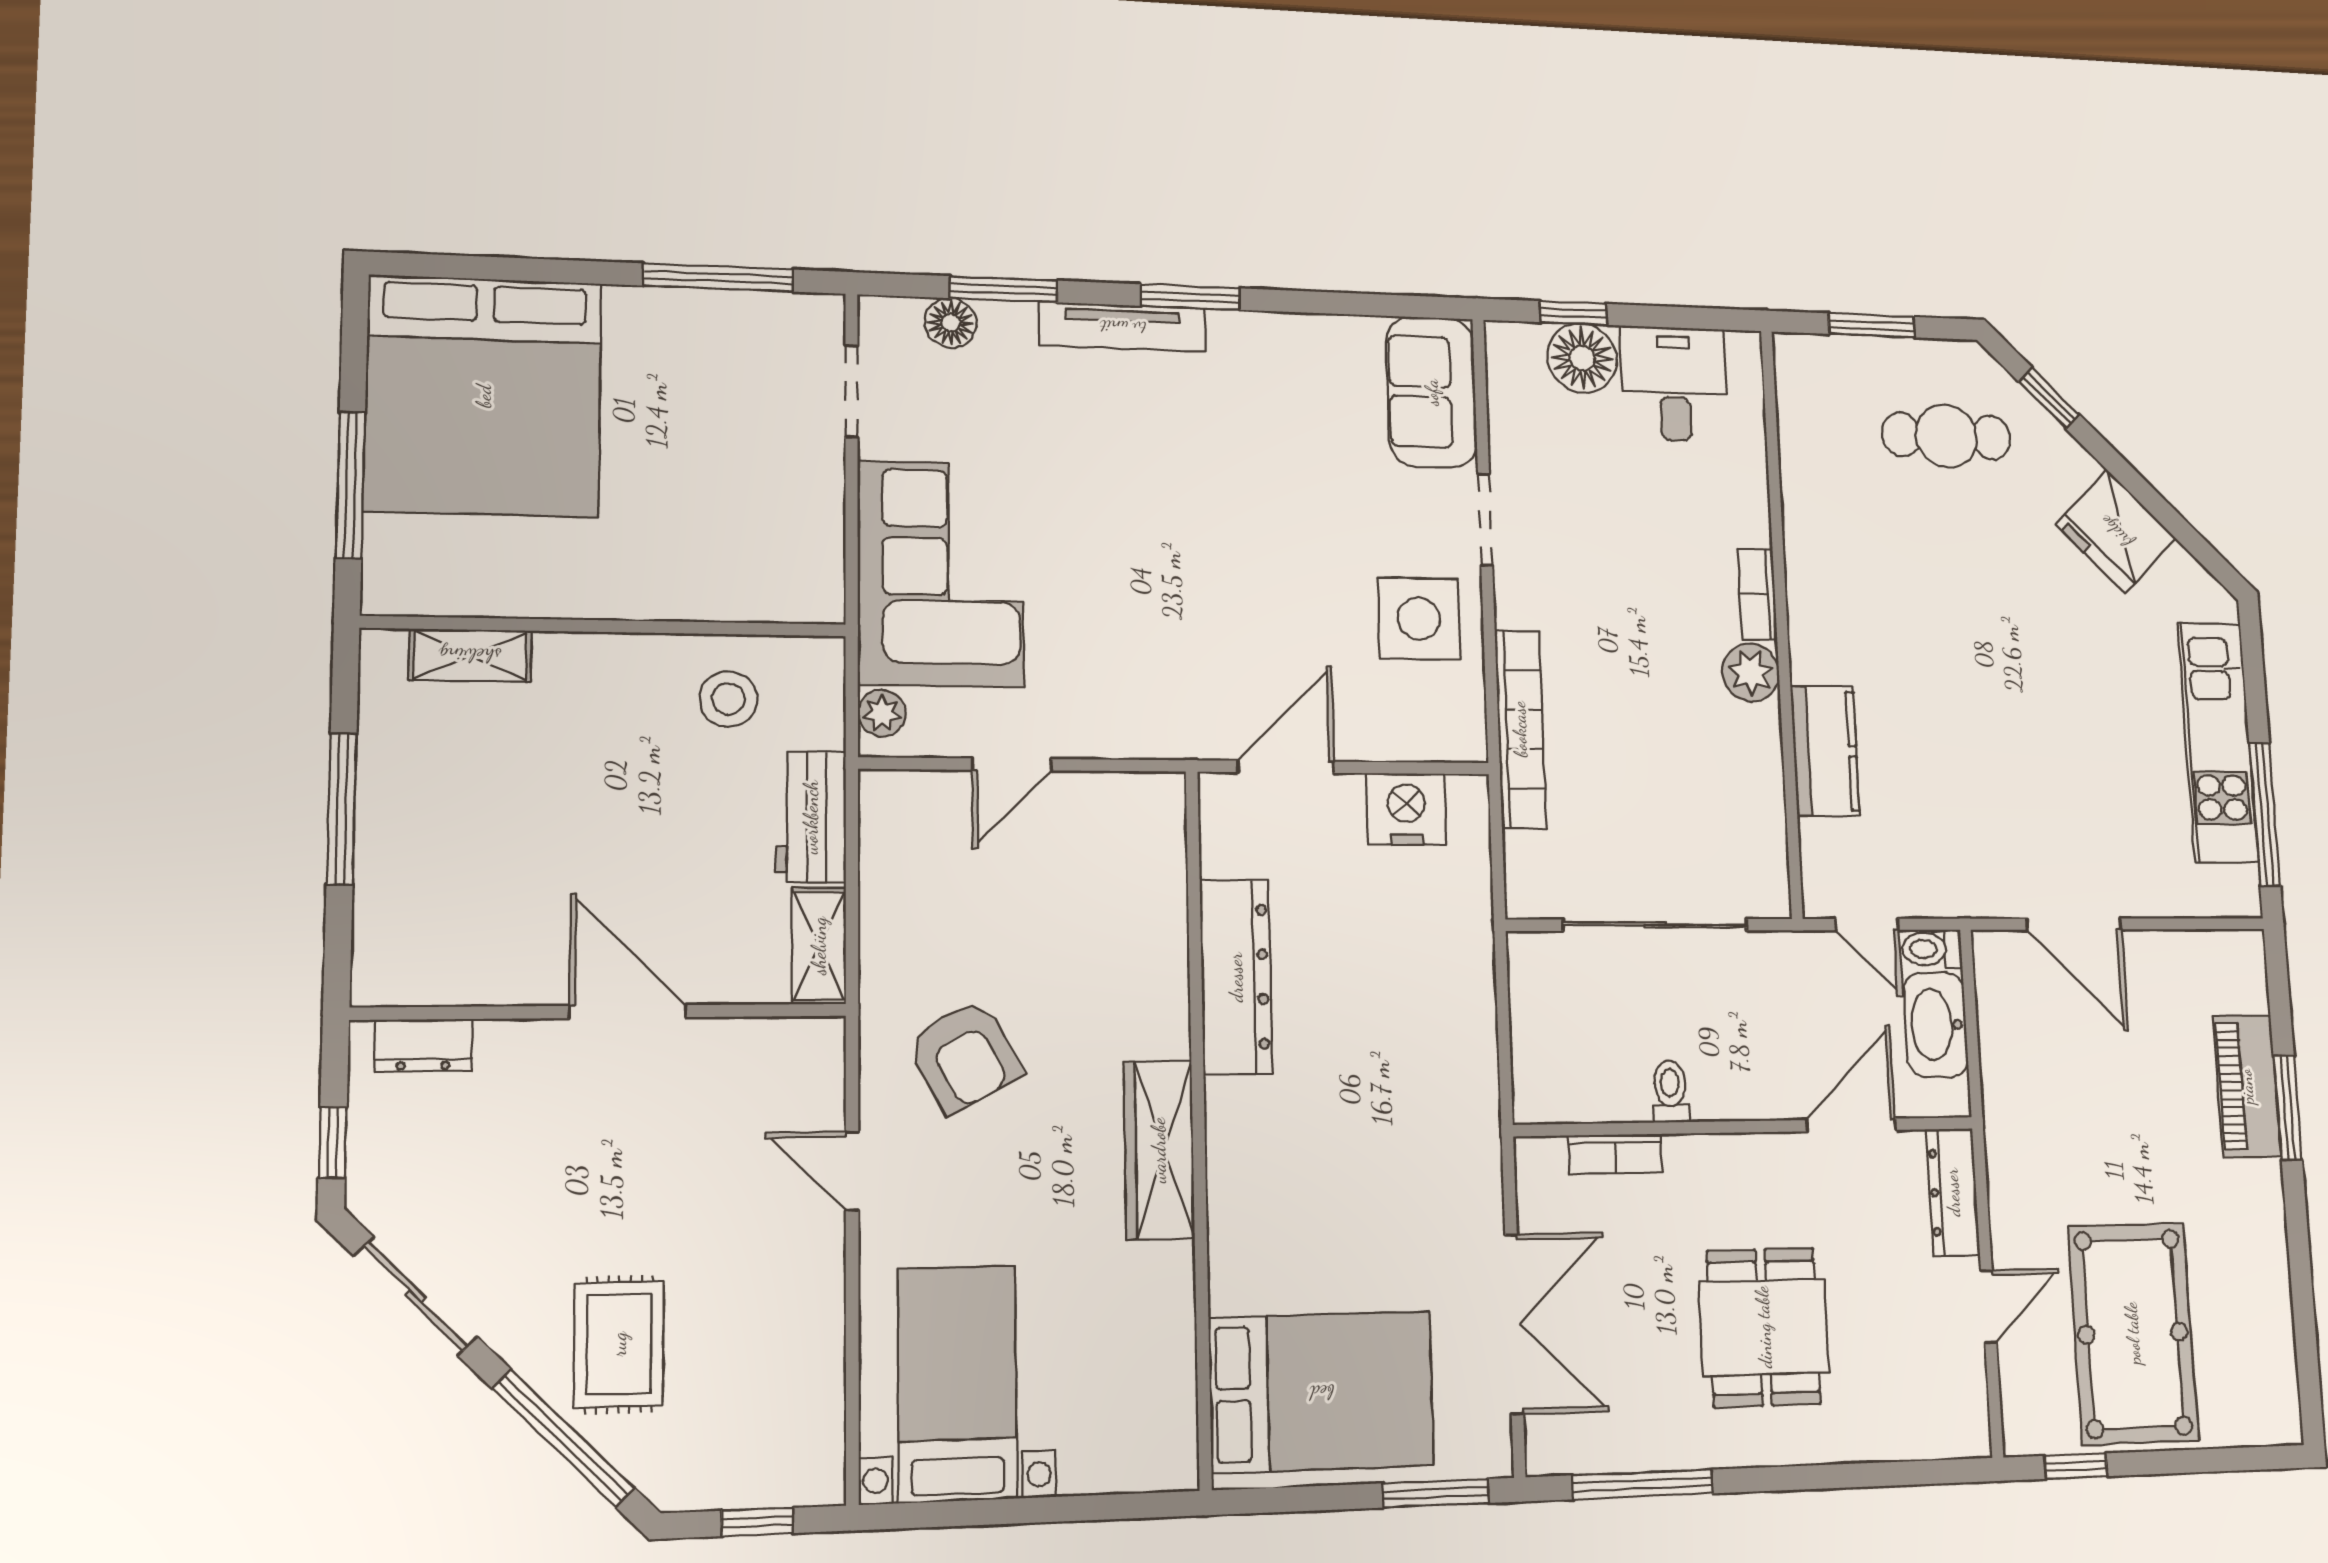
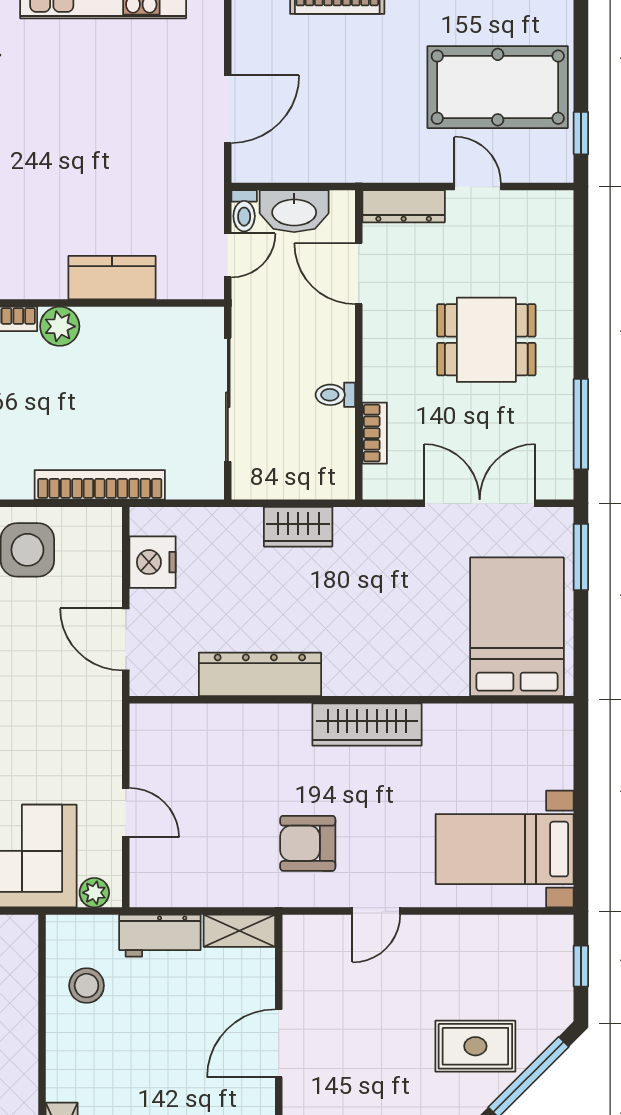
wardrobe: (1468, 1035) -> (298, 527), added
armchair: (964, 1056) -> (308, 843), turned -151

